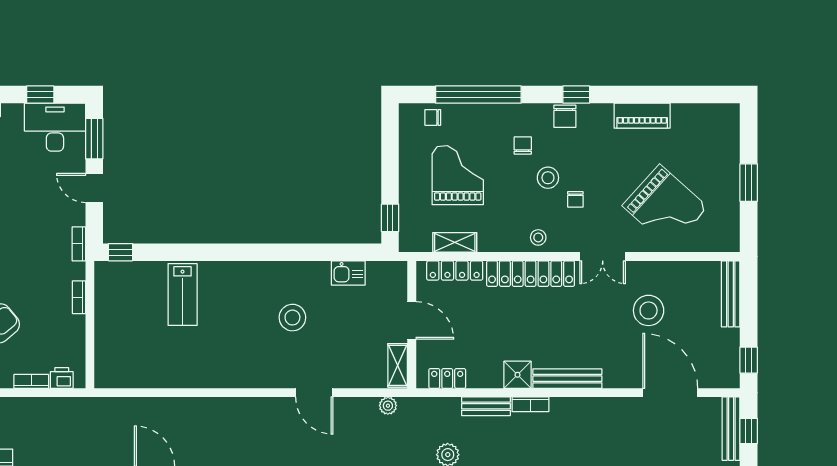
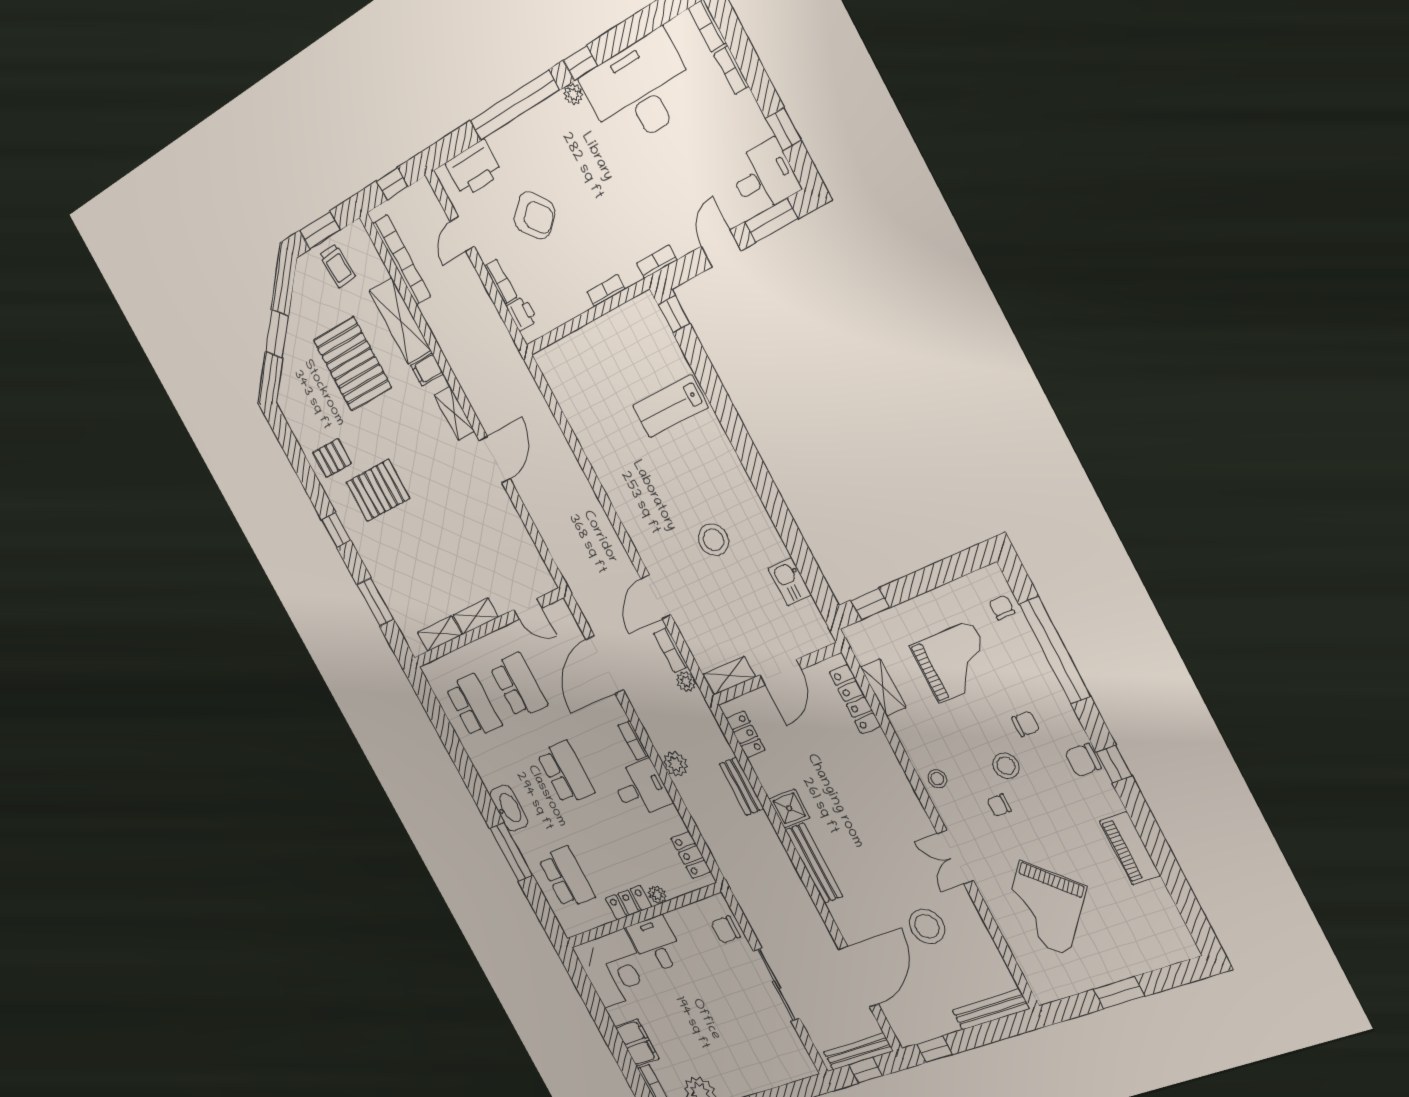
desk: (55, 127) -> (764, 177), width x0.73
locker: (531, 274) -> (896, 784), removed
bookcase: (530, 404) -> (671, 650), moved

